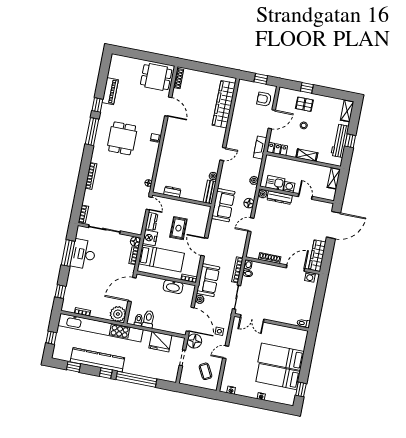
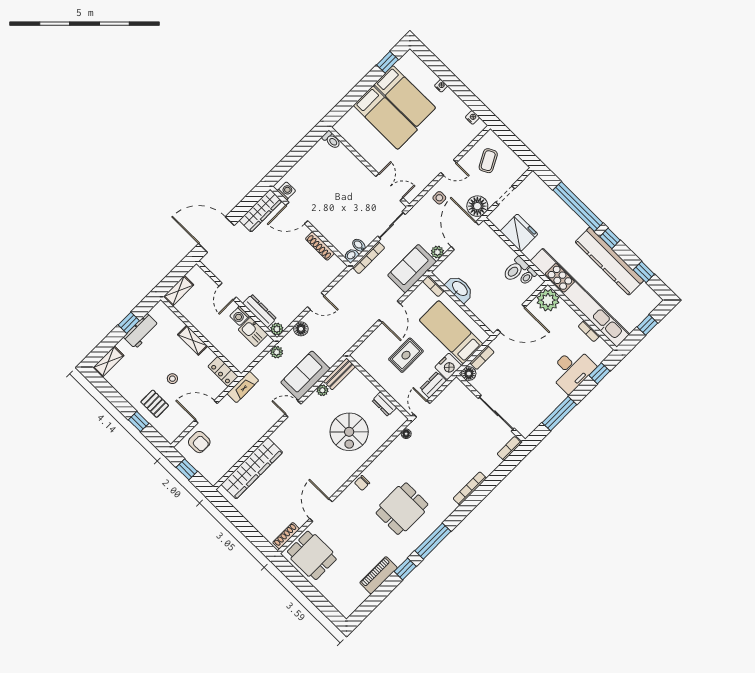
workbench: (340, 141) -> (141, 331), width x0.73
spiral stairs: (182, 162) -> (349, 432), added
sofa: (223, 205) -> (305, 376), moved
desk: (83, 254) -> (572, 370), moved

